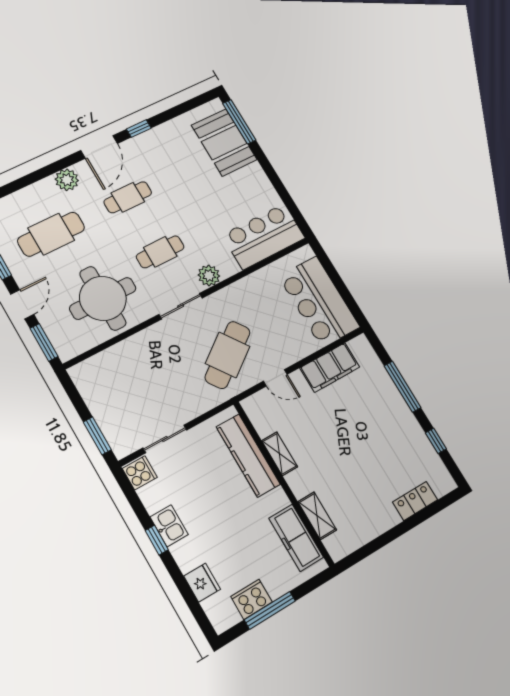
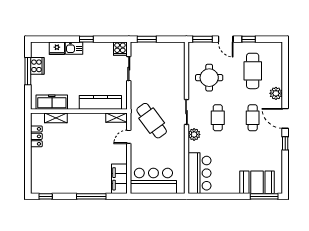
round table: (103, 298) -> (209, 78), width x0.73, depth x0.73
filing cabinet: (330, 368) -> (119, 179), moved
window: (436, 441) -> (46, 196), moved
shelving: (280, 454) -> (117, 118), moved
locker: (415, 501) -> (36, 136), moved
kitchen sink: (169, 526) -> (74, 48), moved

